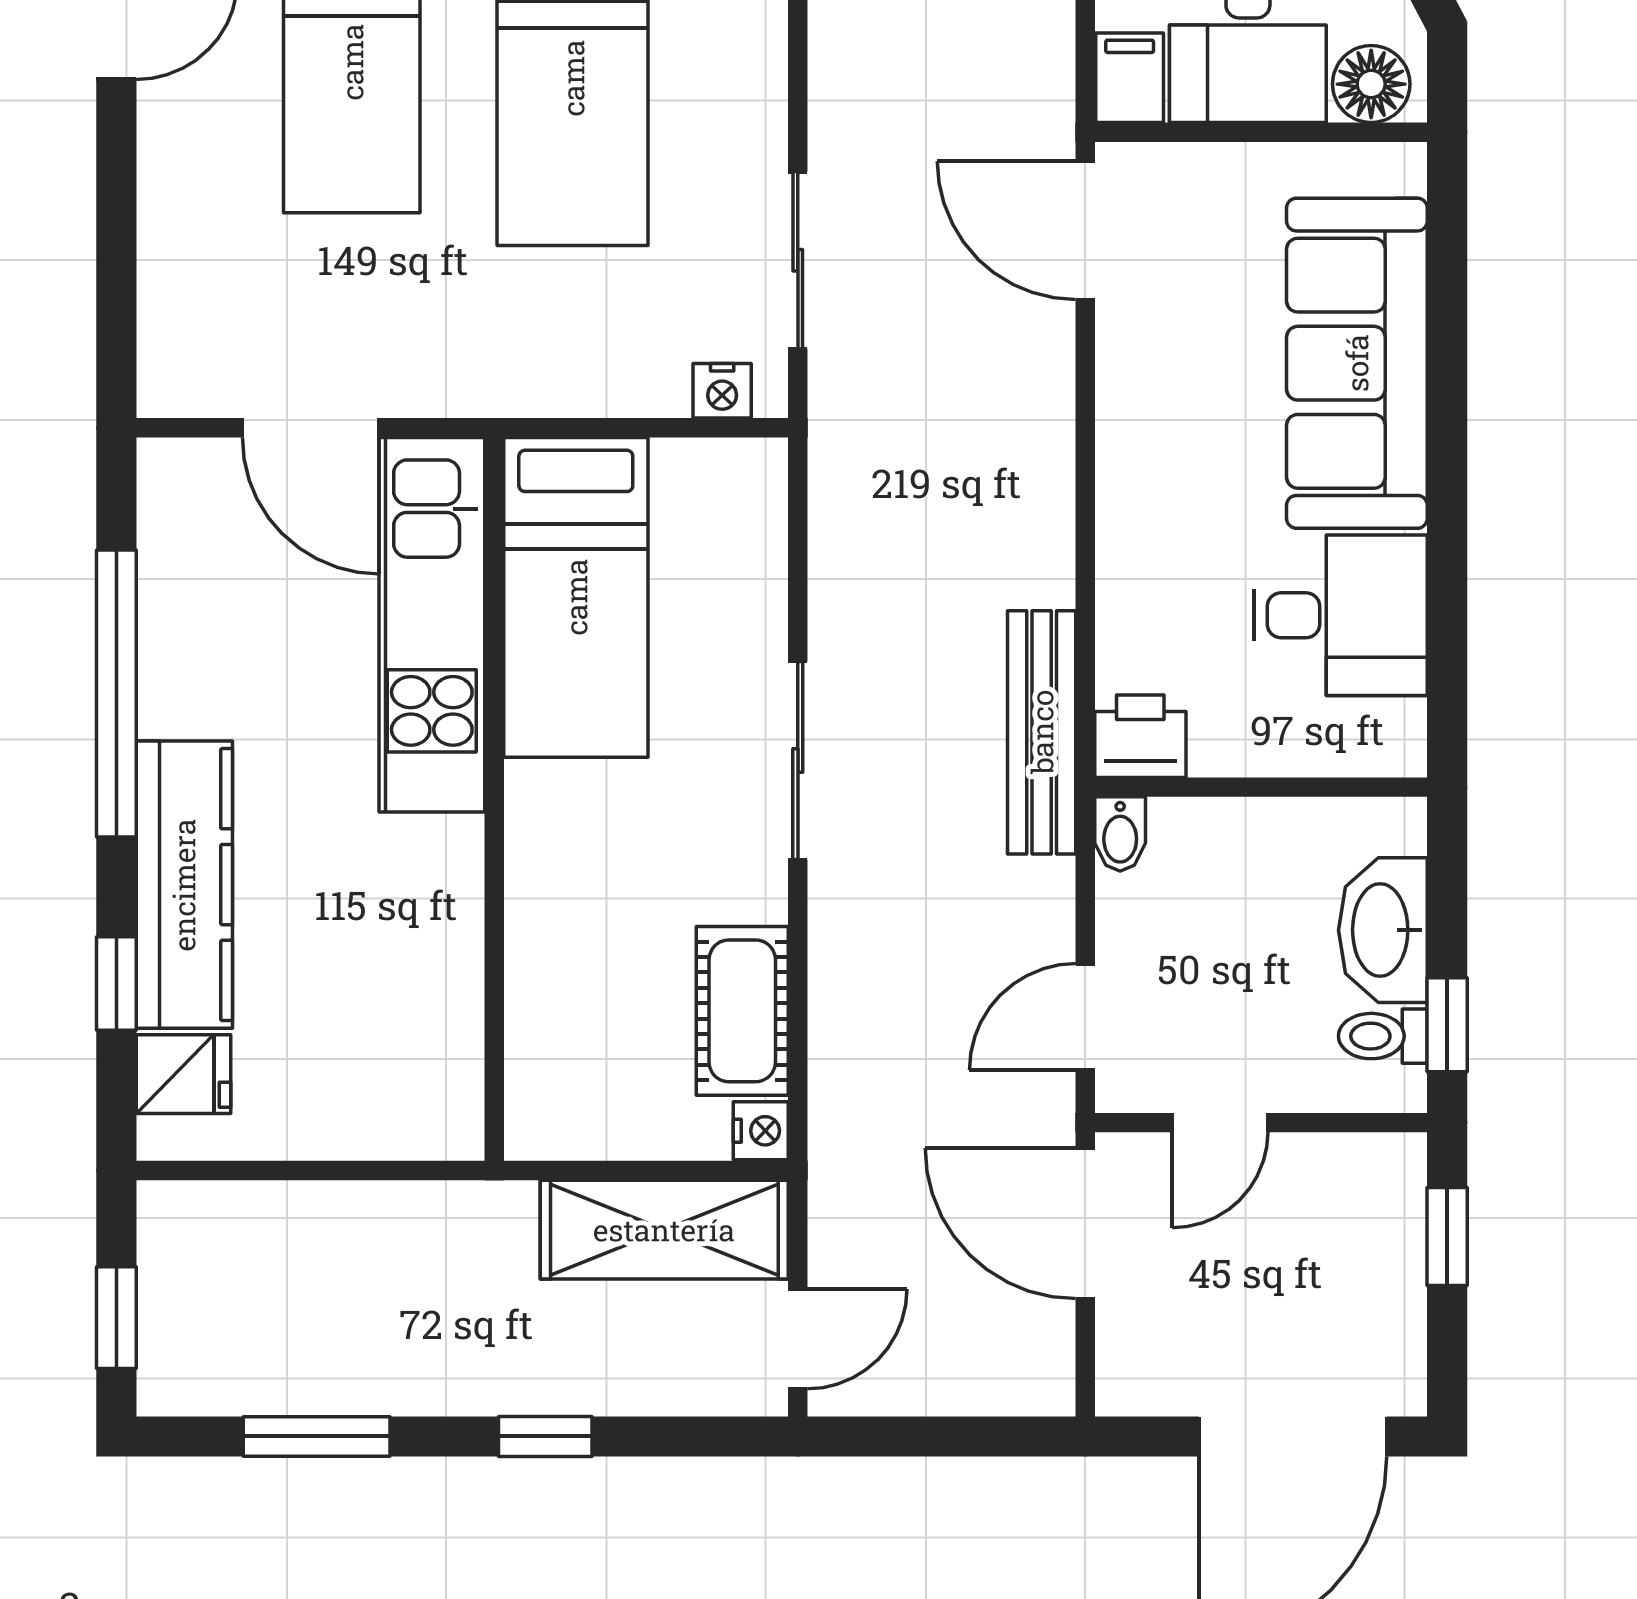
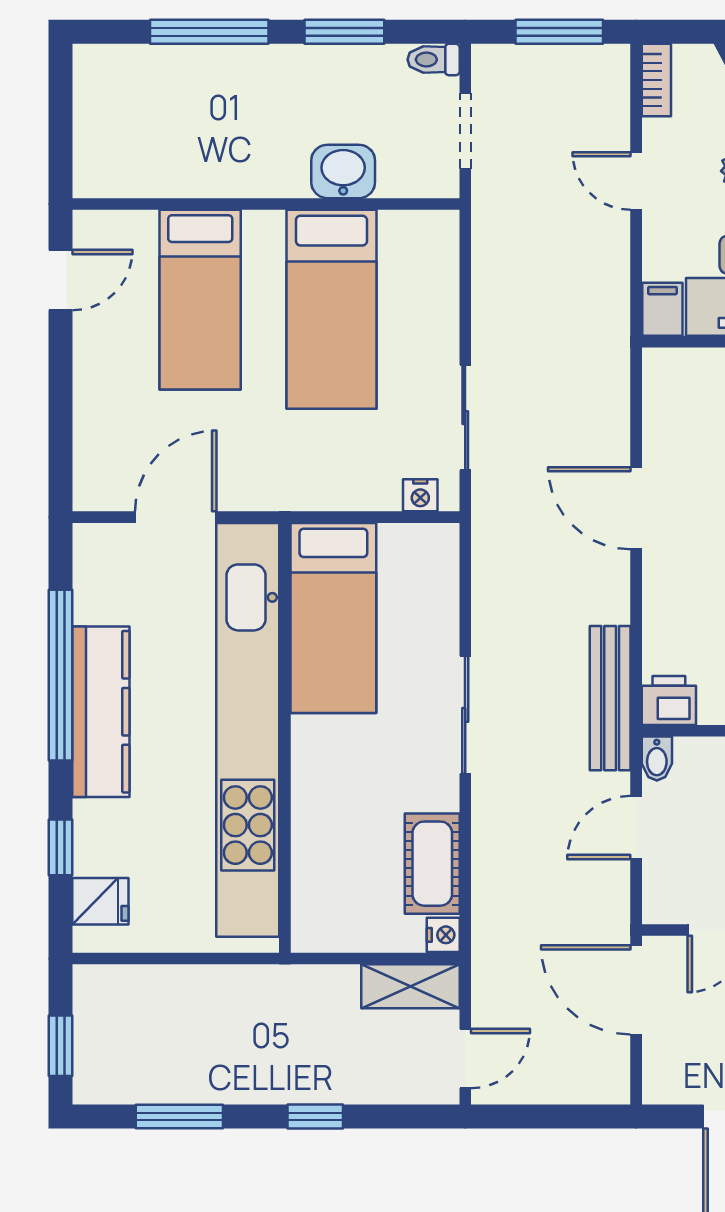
door: (1085, 230) -> (636, 508), moved
door: (311, 428) -> (176, 517), swing flipped
kitchen unit: (432, 625) -> (248, 730), width x1.86
kitchen counter: (184, 885) -> (101, 712), moved
door: (1085, 1017) -> (636, 828), moved
shelving: (664, 1230) -> (410, 986), width x0.67, depth x0.75

